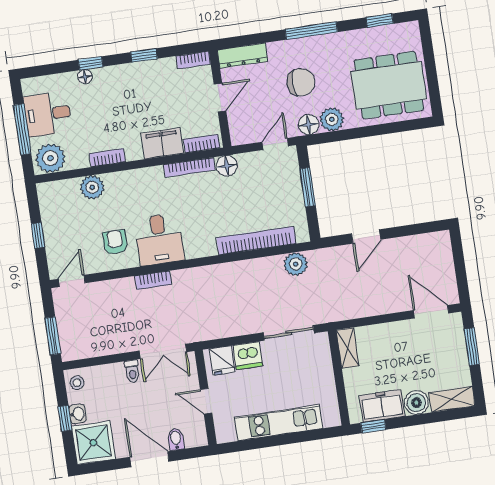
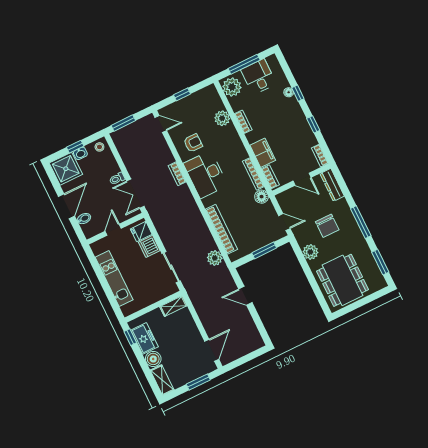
window: (380, 21) -> (380, 262), width x1.50
floor lamp: (309, 125) -> (303, 239), removed
desk: (159, 239) -> (206, 174), width x1.37

